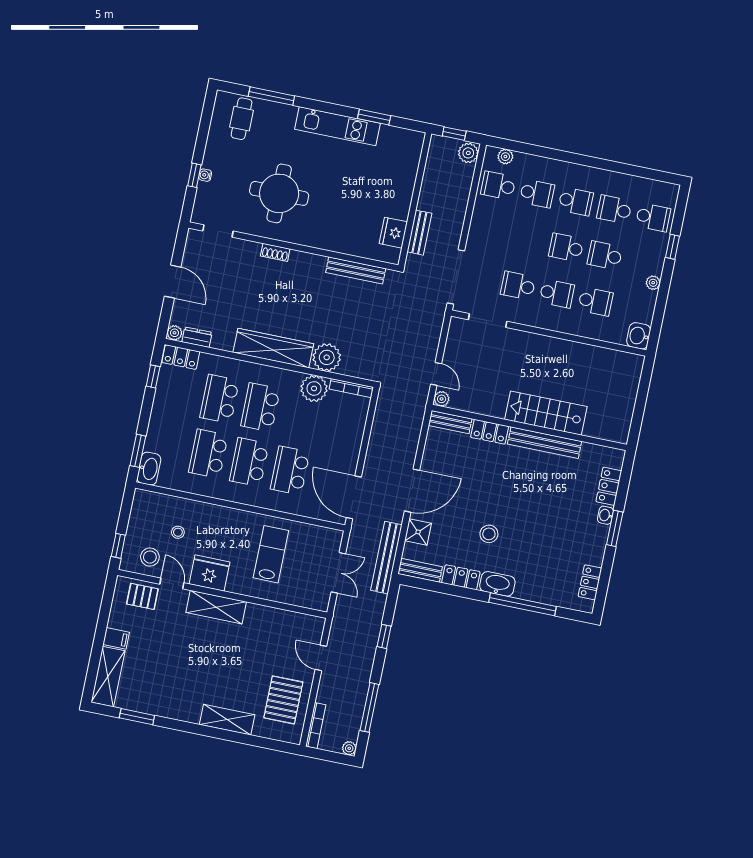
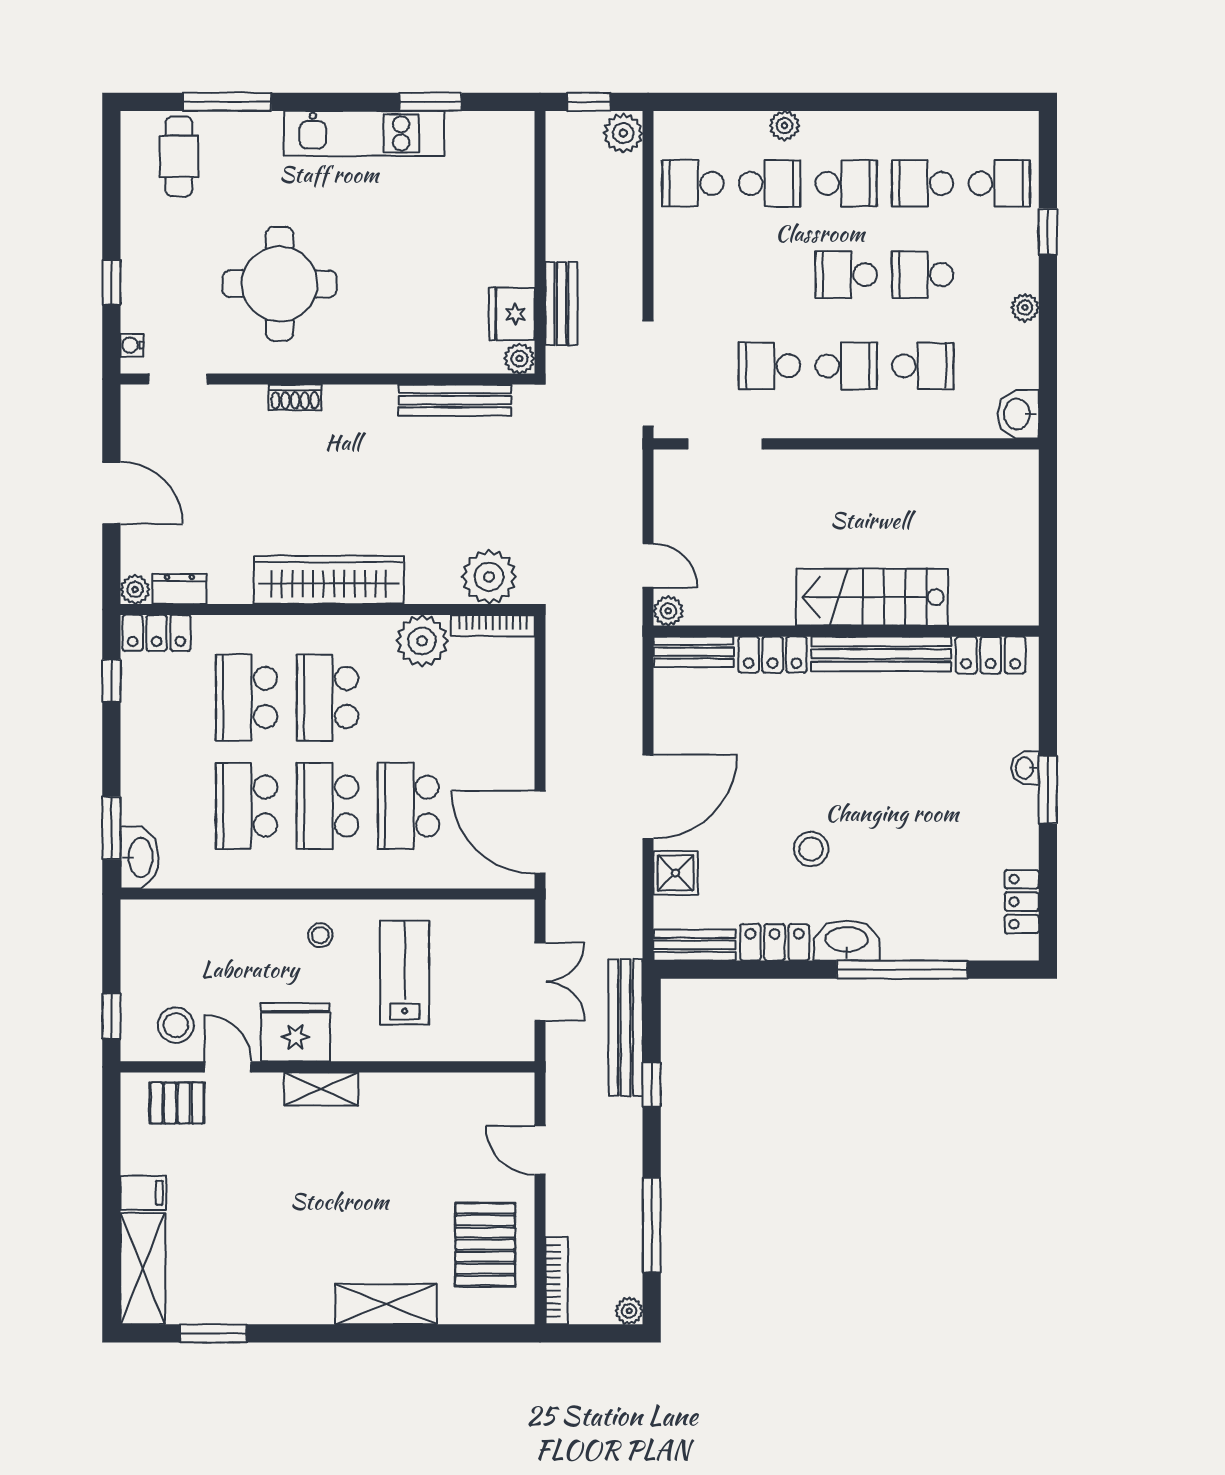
plant: (505, 157) -> (784, 126), moved
water cooler: (205, 175) -> (132, 345), moved
plant: (393, 256) -> (519, 358), added
plant: (327, 357) -> (489, 577), moved
locker: (609, 486) -> (991, 655), moved, turned -90
stool: (178, 532) -> (320, 935), moved
bench: (386, 558) -> (626, 1027), moved
shelving: (216, 607) -> (321, 1089), width x0.67, depth x0.75

